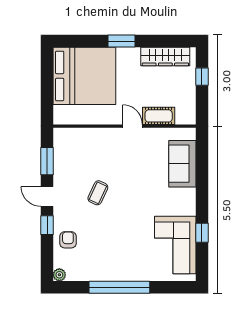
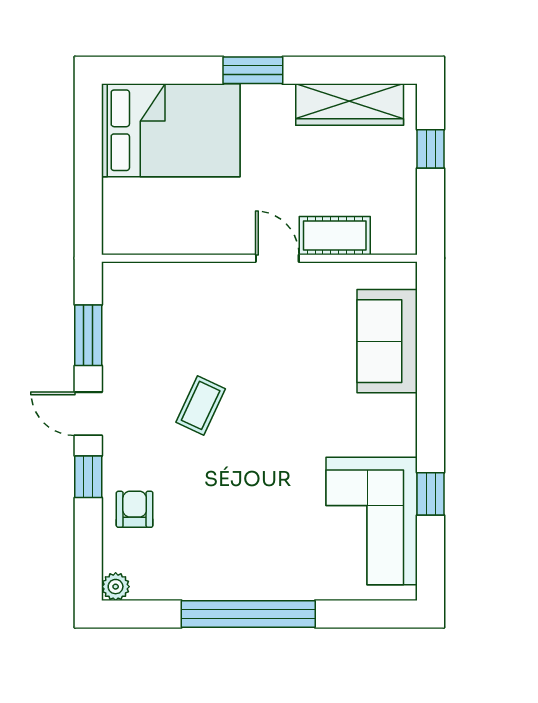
bed: (84, 76) -> (171, 130), width x0.73

